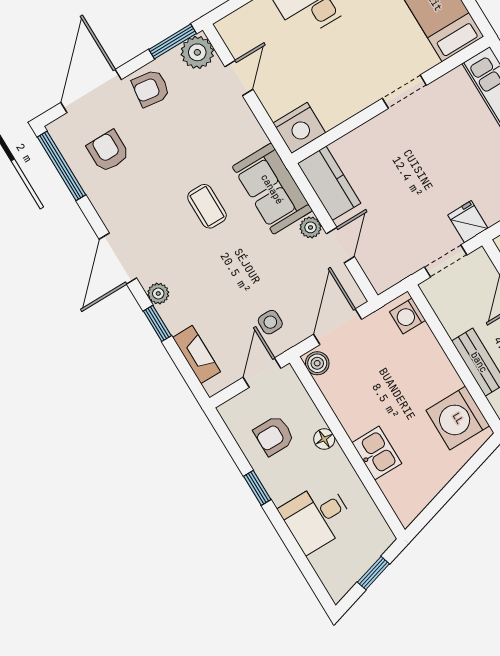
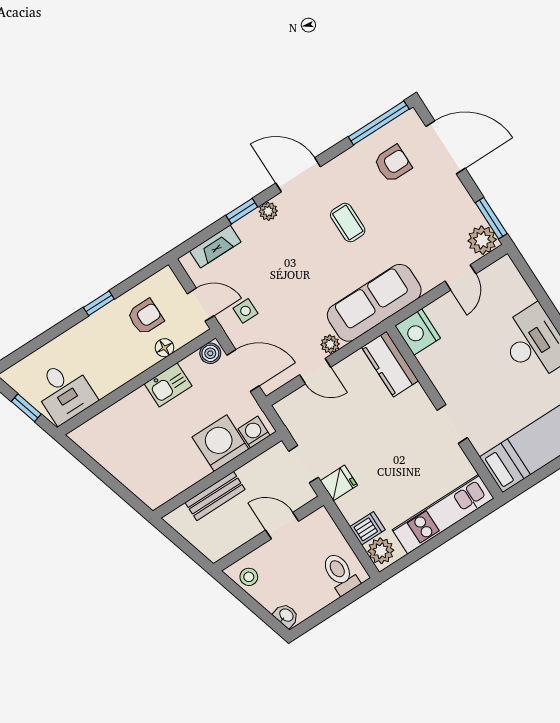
door: (239, 78) -> (460, 277), hinge flipped
armchair: (151, 88) -> (449, 200), removed
kitchen counter: (329, 183) -> (390, 364), moved, turned 90
sofa: (272, 189) -> (374, 303), width x1.36
coffee table: (207, 206) -> (348, 223), moved, turned 90
washing machine: (458, 418) -> (220, 443), moved
armchair: (274, 436) -> (145, 317), turned 90
floor lamp: (324, 439) -> (165, 348), moved
kitchen sink: (377, 453) -> (168, 385), moved
desk: (317, 517) -> (64, 392), moved, turned 180

